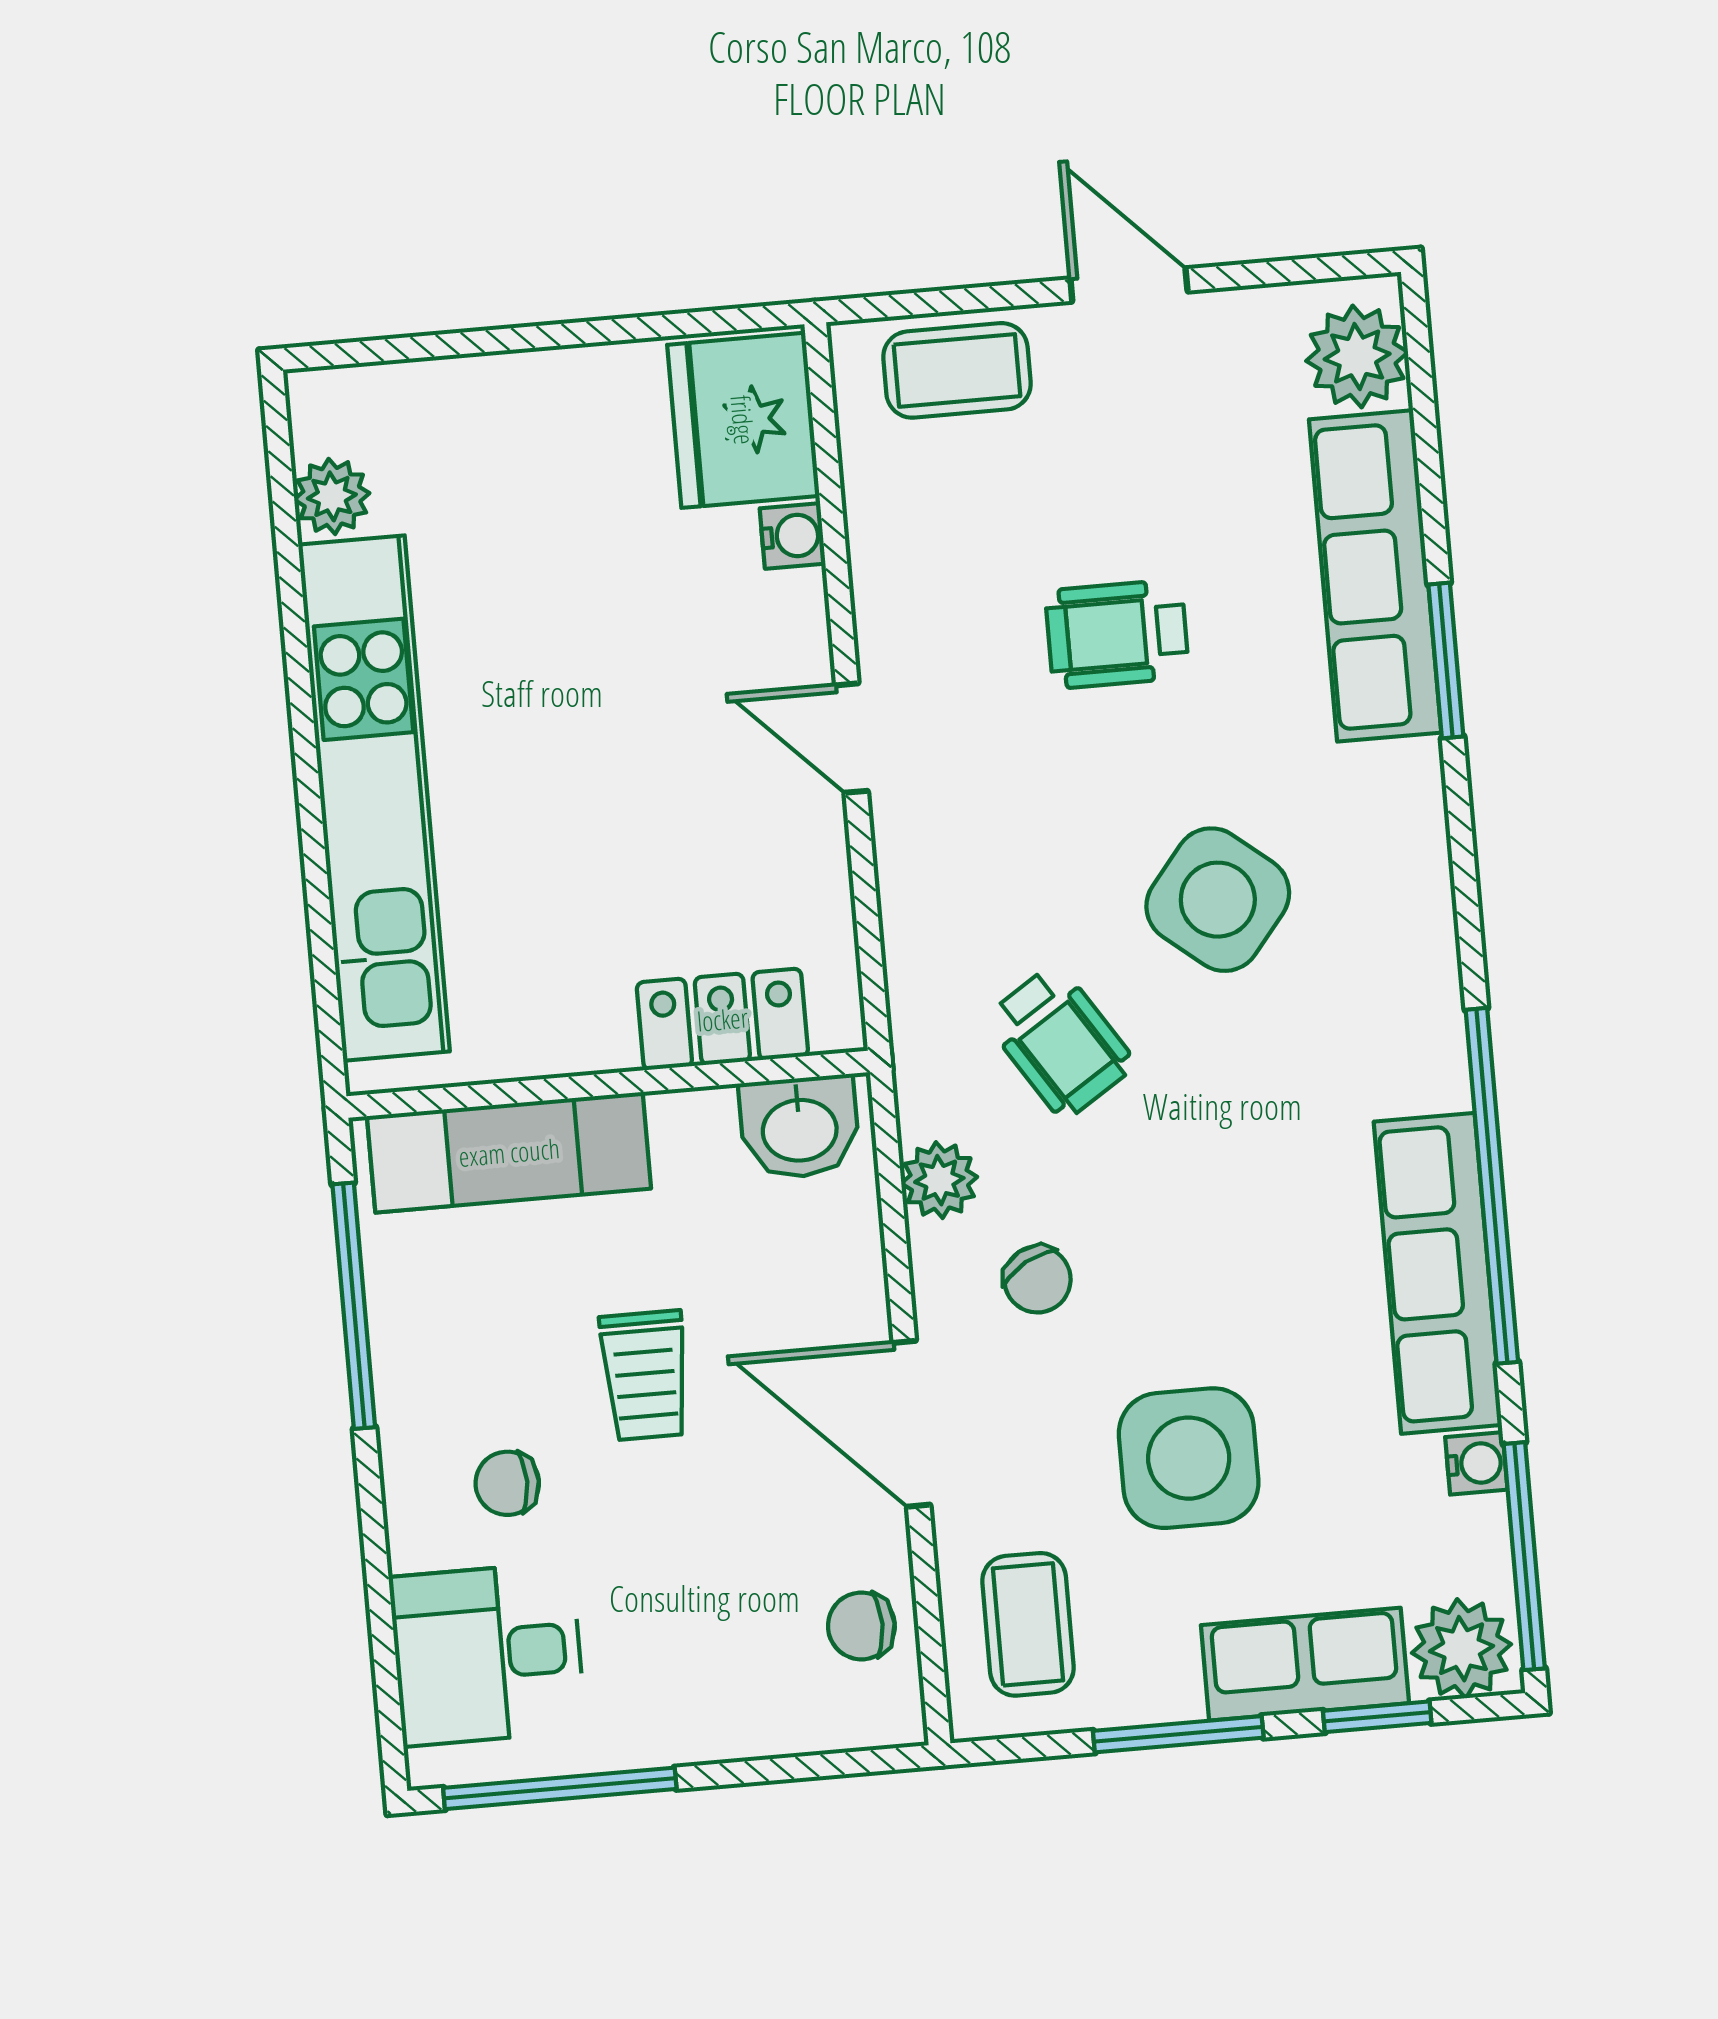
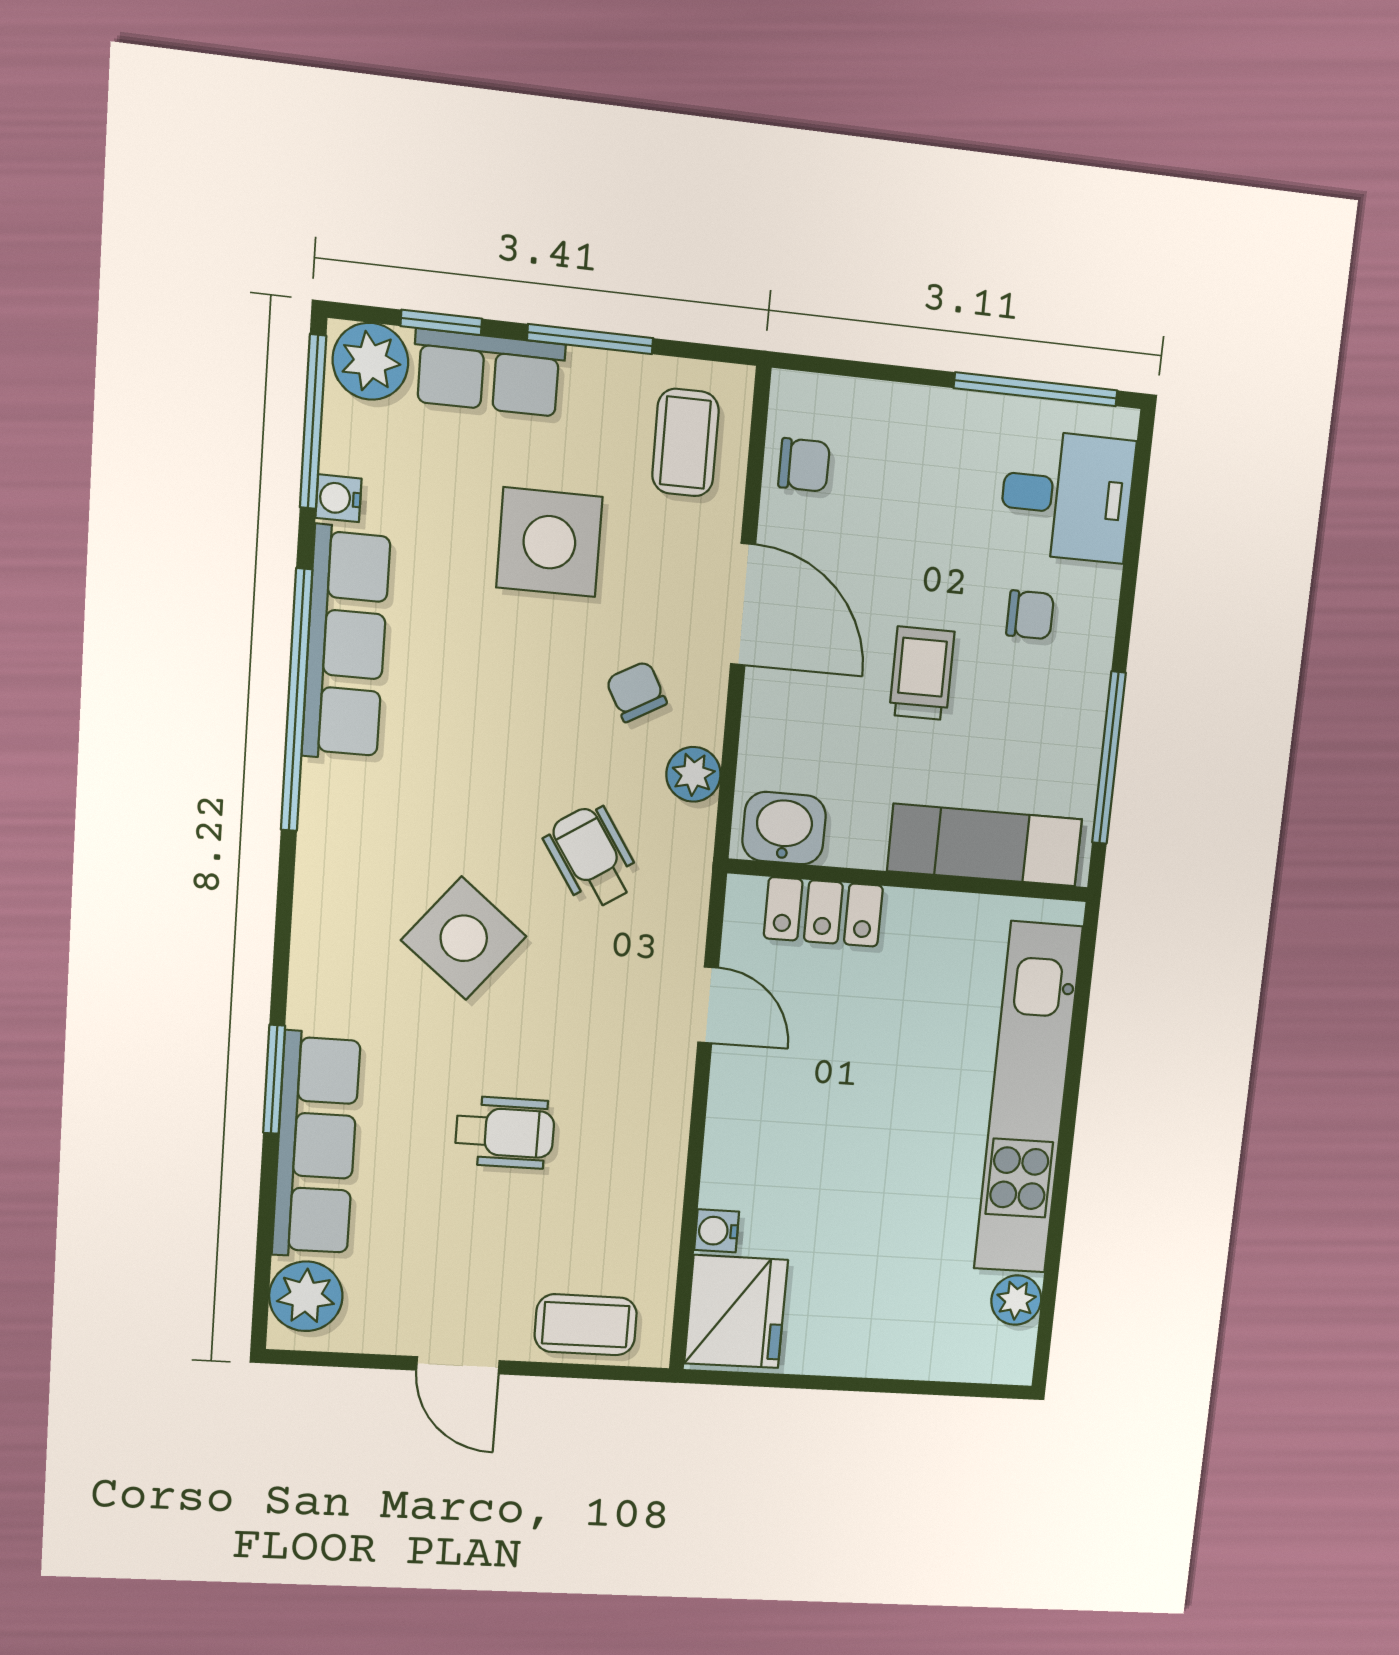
door: (852, 738) -> (708, 1005), moved

